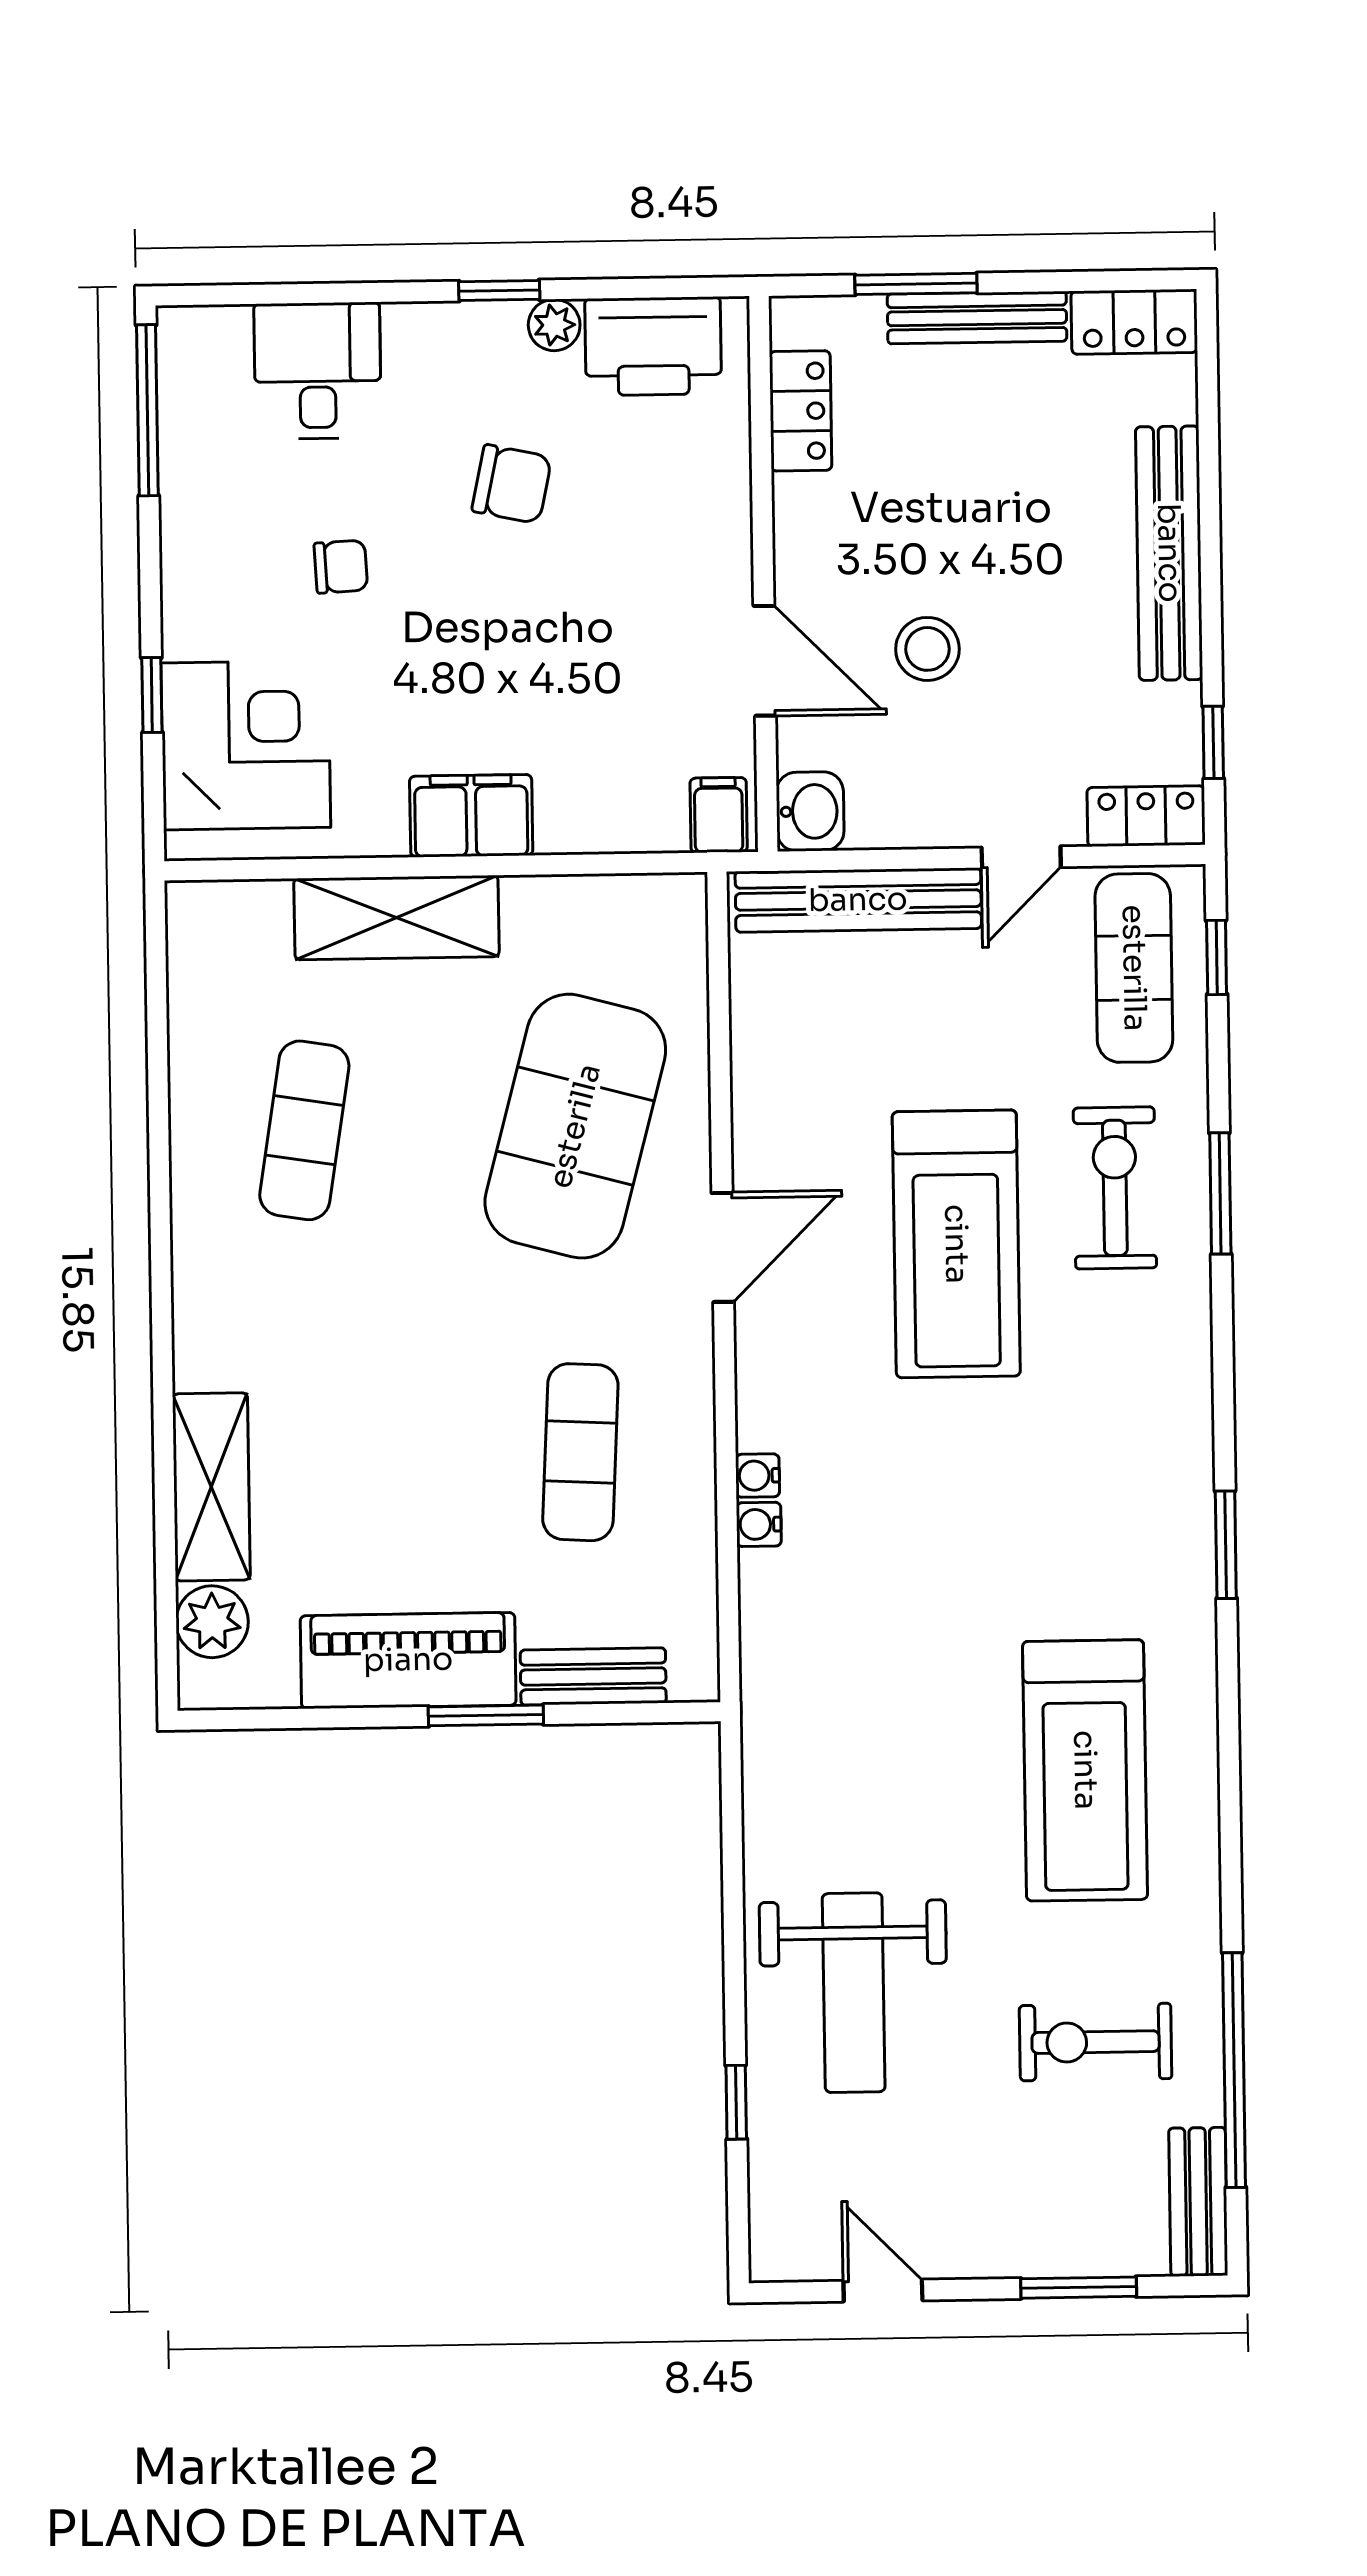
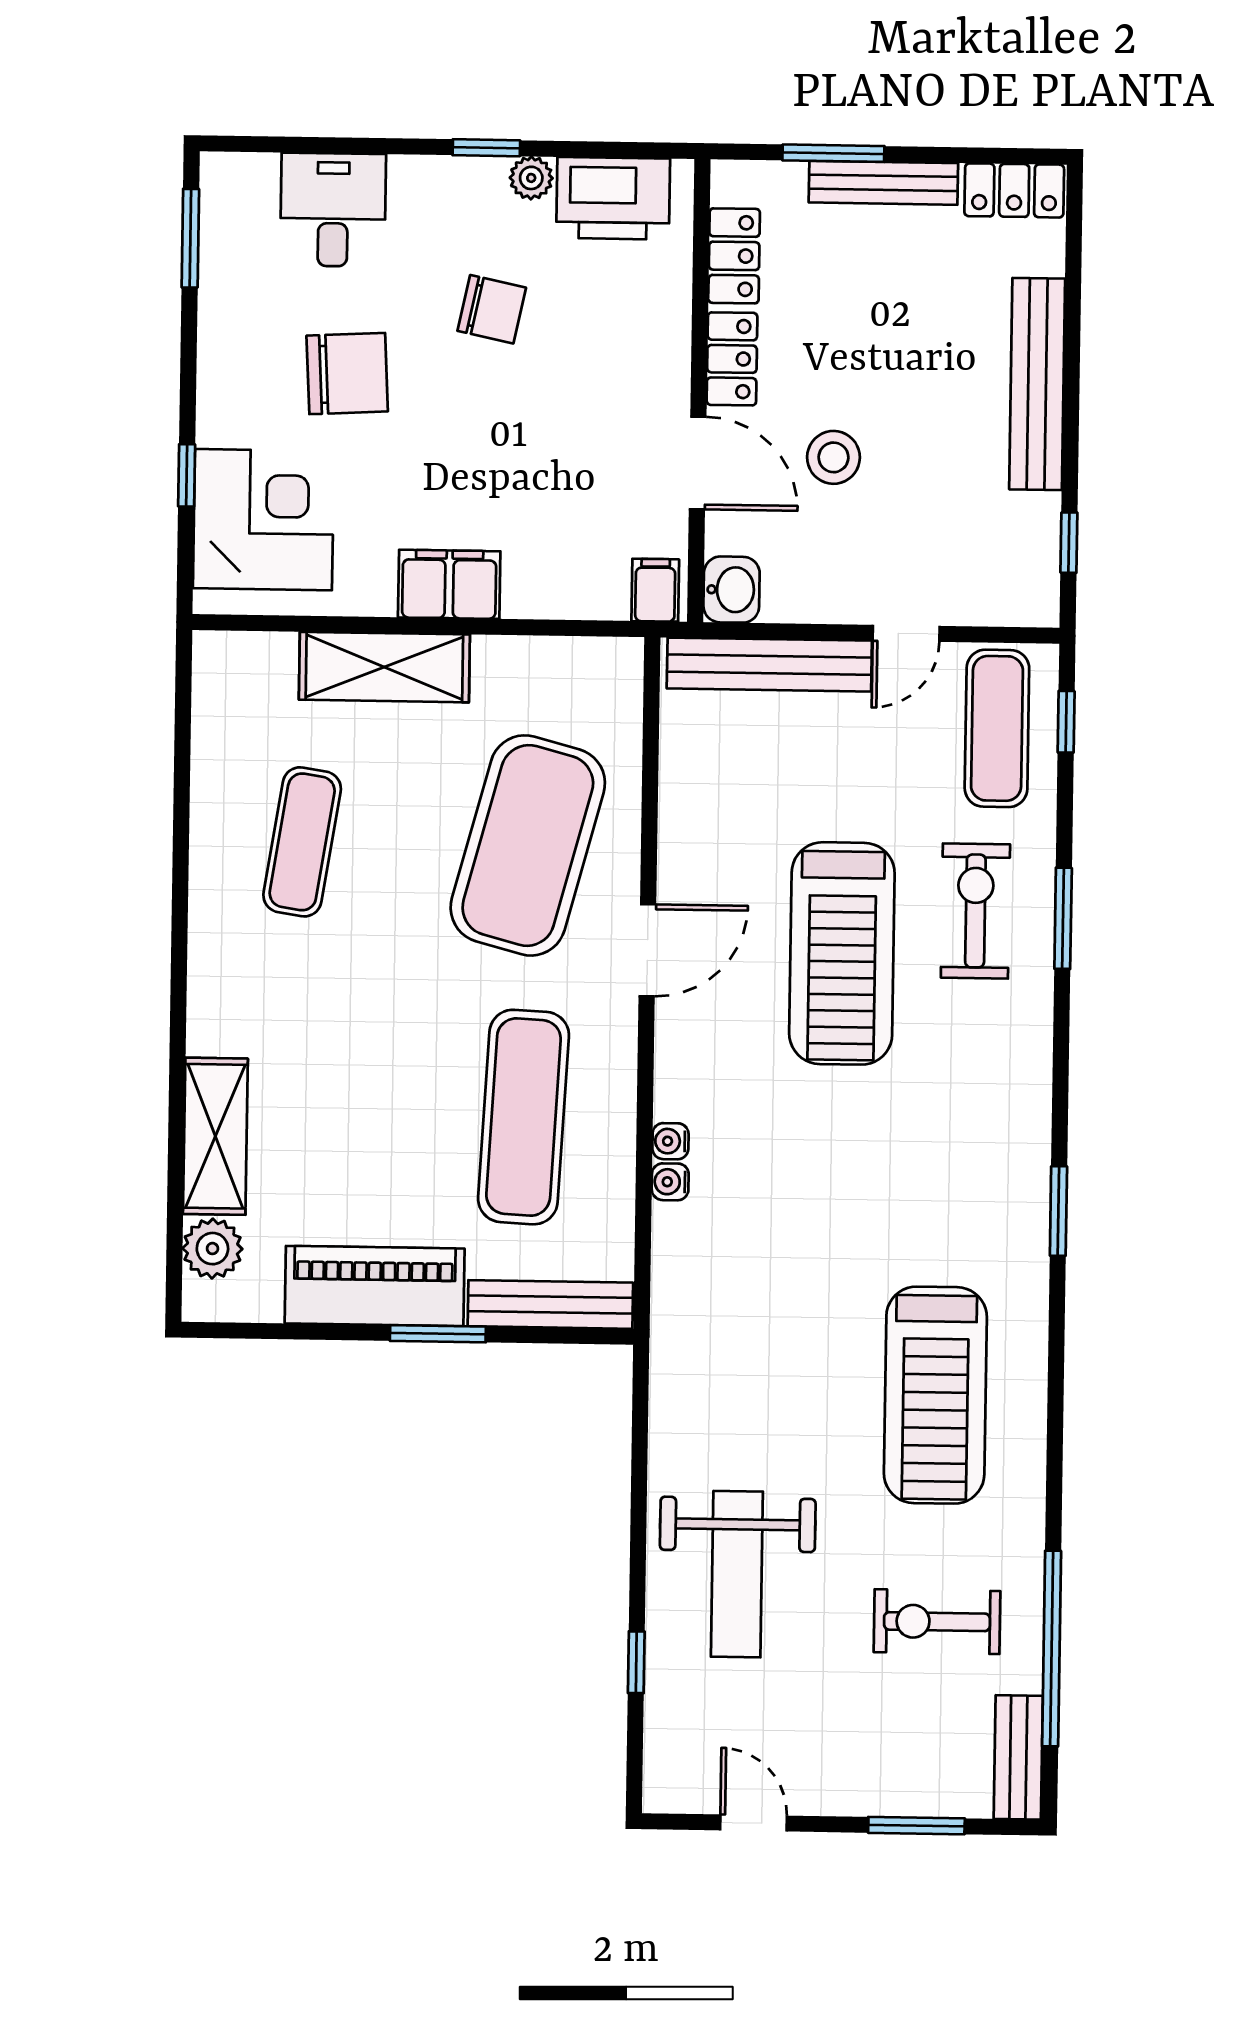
window: (147, 410) -> (190, 238), width x0.69
chair: (341, 567) -> (347, 374), width x1.87, depth x1.87
locker: (1146, 816) -> (732, 359), moved, turned 90
exercise mat: (580, 1452) -> (524, 1117), width x1.36, depth x1.45
bench: (593, 1676) -> (550, 1304), width x1.36

